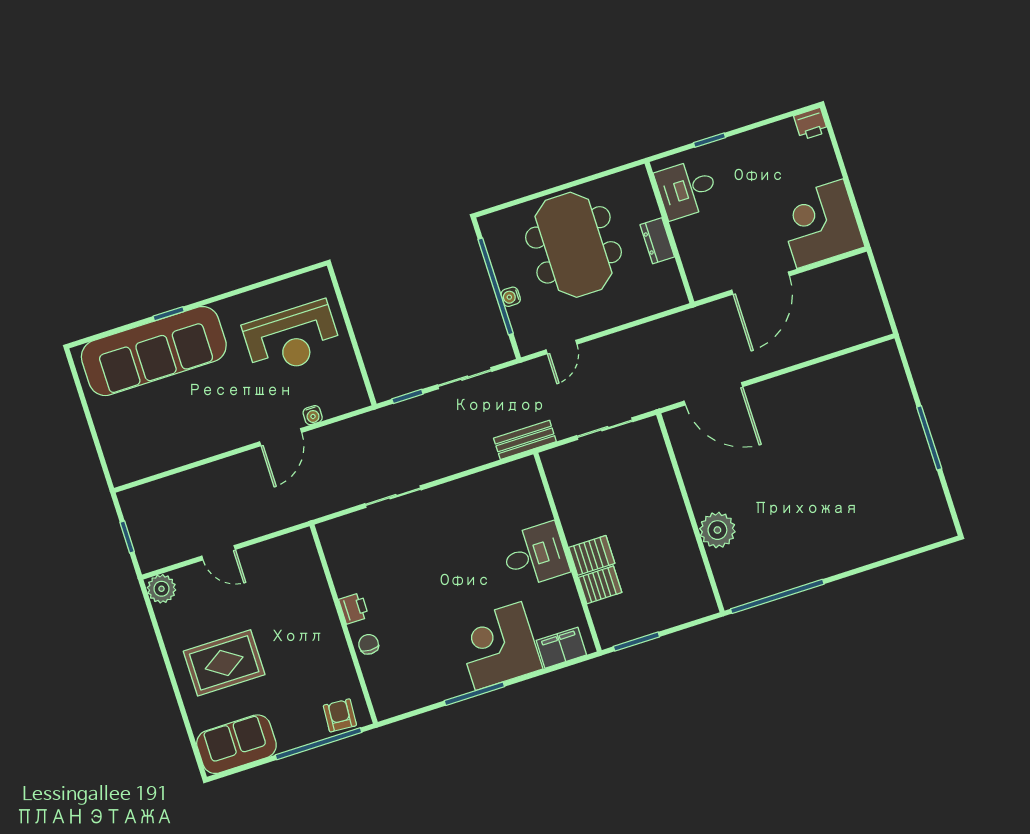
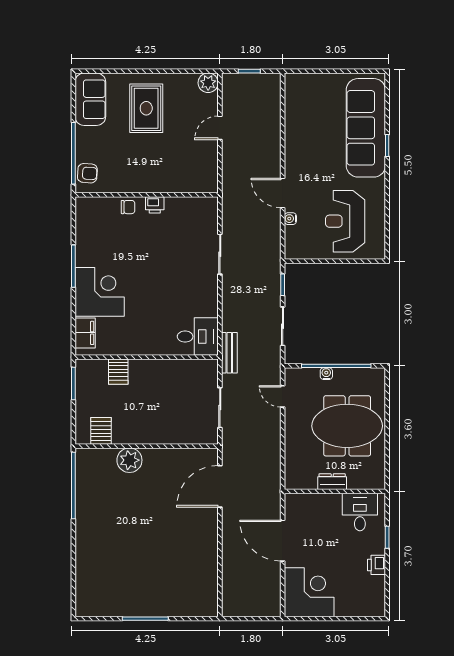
printer: (811, 124) -> (377, 565), moved
desk: (535, 555) -> (198, 337), moved, turned -90
server rack: (592, 555) -> (101, 431), moved, turned 180

